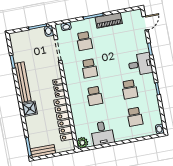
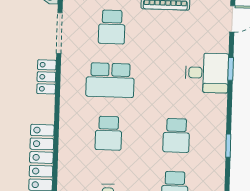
desk: (140, 64) -> (207, 73), moved
school desk: (89, 68) -> (110, 80), width x1.85
locker: (59, 88) -> (46, 77), moved

